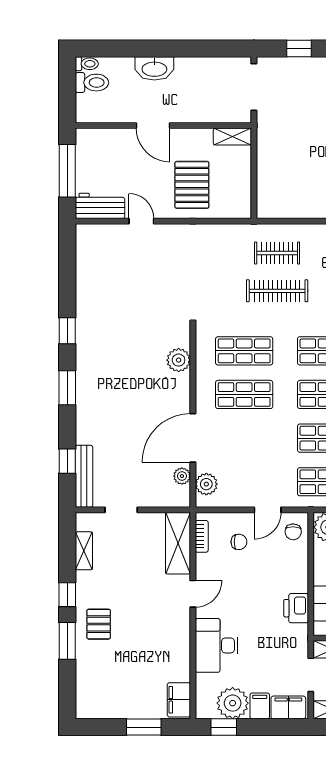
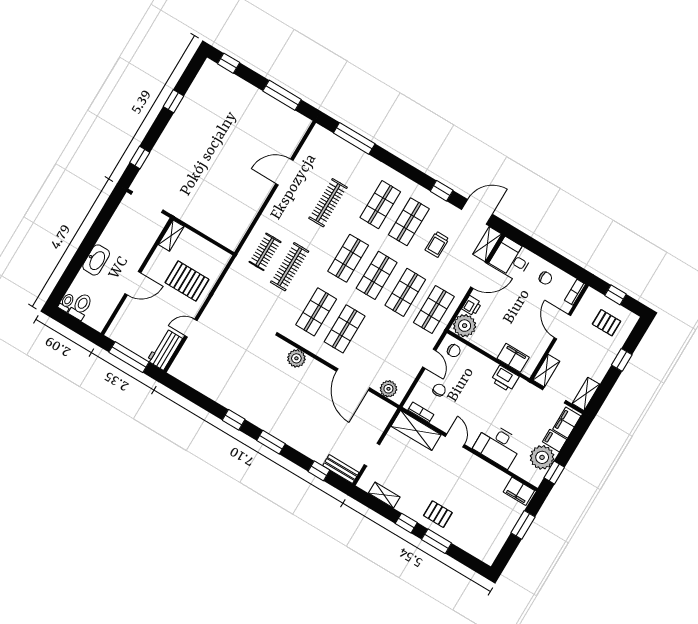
bench: (84, 476) -> (341, 469), width x0.73
plant: (182, 476) -> (374, 402), removed

